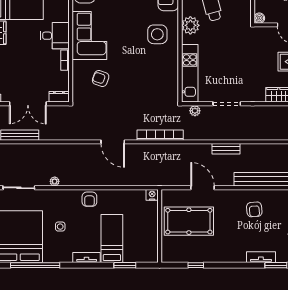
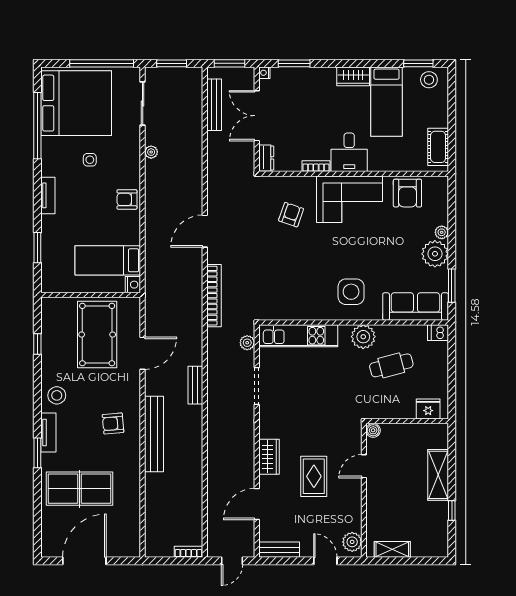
bed: (112, 239) -> (108, 260), moved, turned 180
stool: (234, 251) -> (57, 395), added

